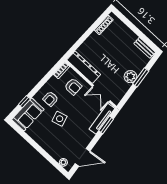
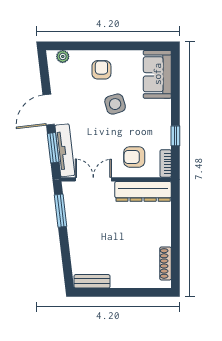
plant: (130, 77) -> (77, 232), removed
window: (141, 77) -> (61, 211), moved
armchair: (51, 99) -> (101, 70), moved
window: (24, 102) -> (175, 136), moved
door: (83, 157) -> (49, 110), moved

